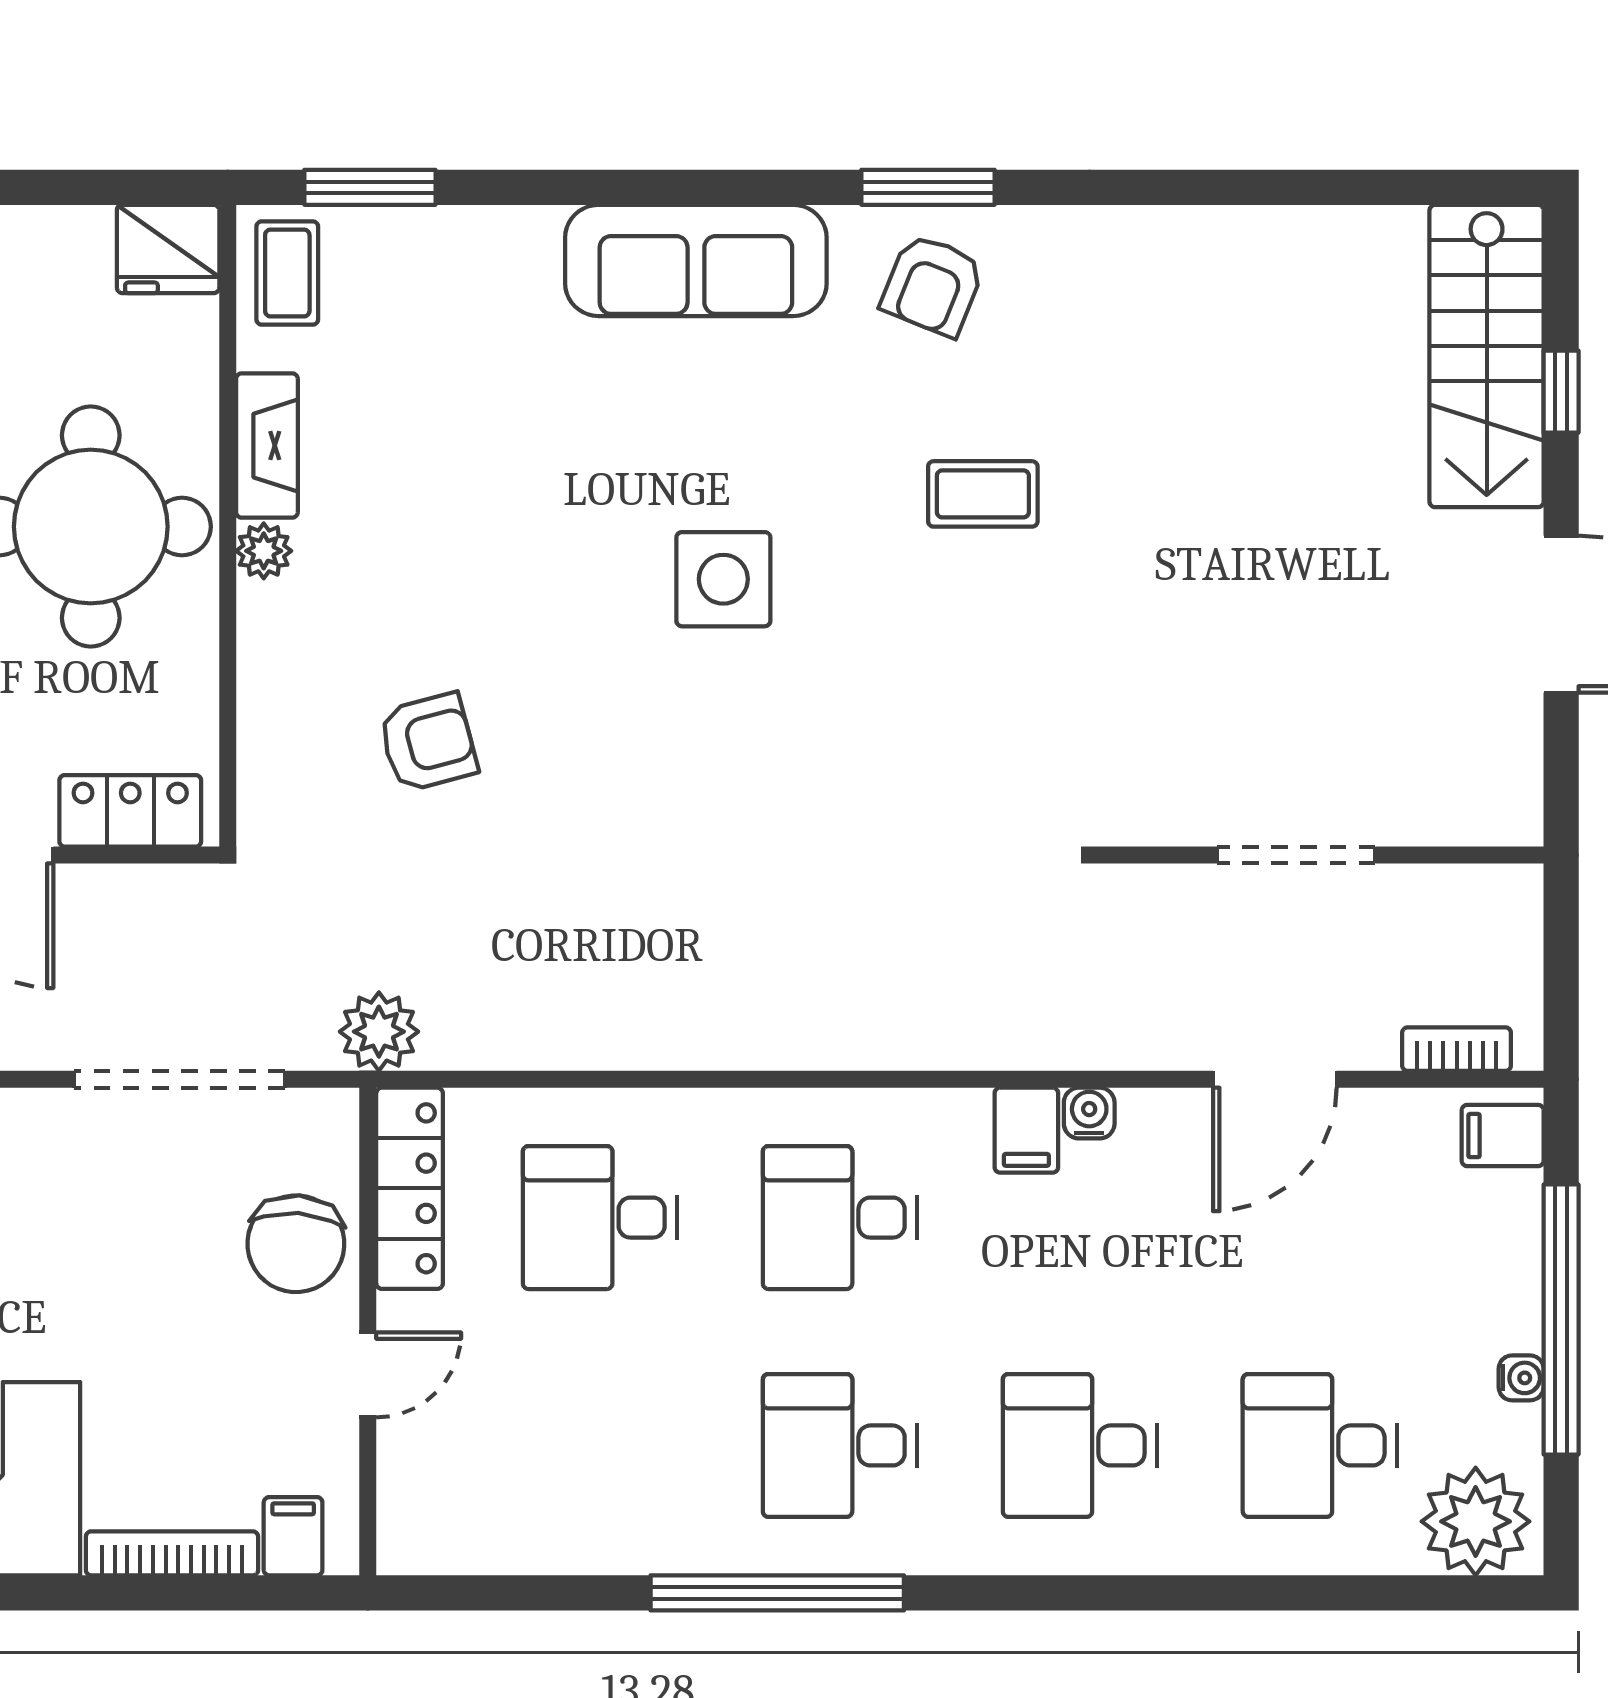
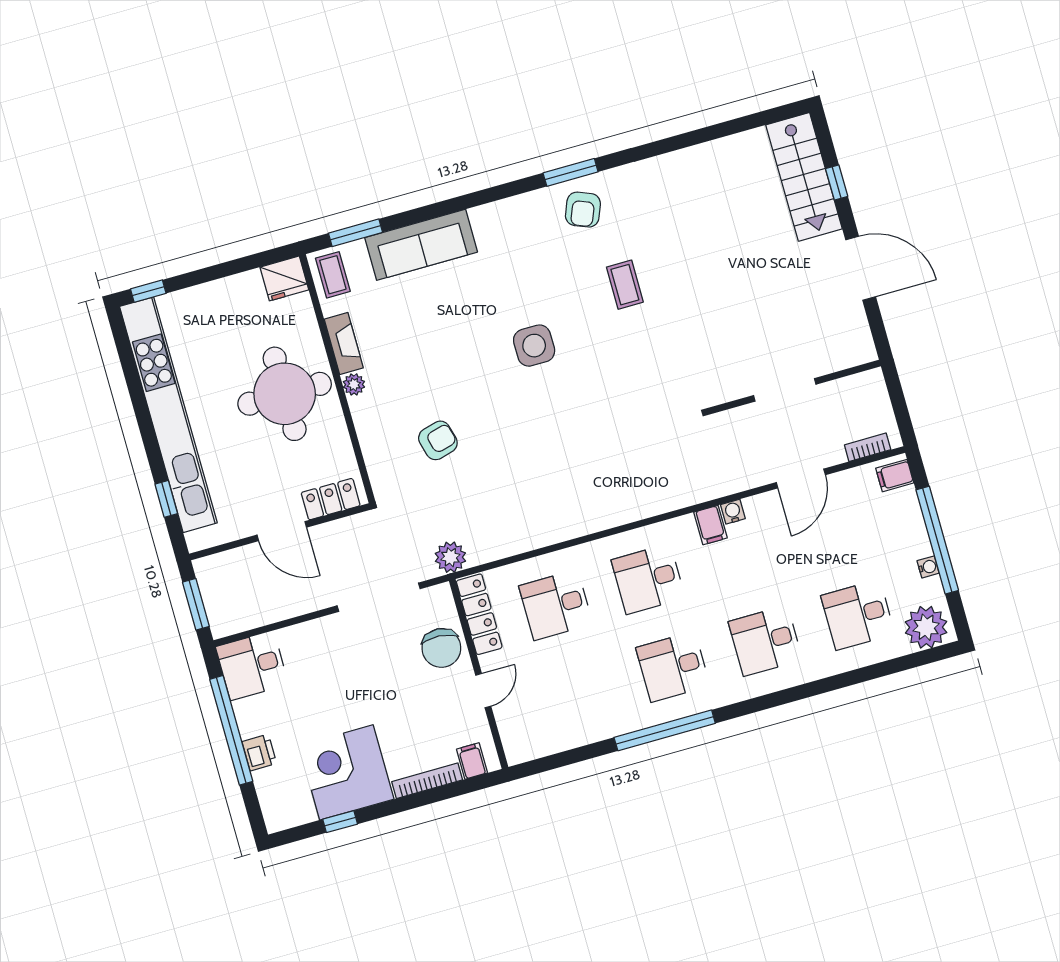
sofa: (696, 260) -> (421, 245), moved
coffee table: (983, 494) -> (625, 285), turned 90

